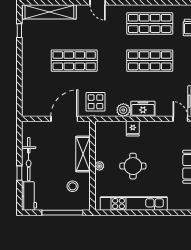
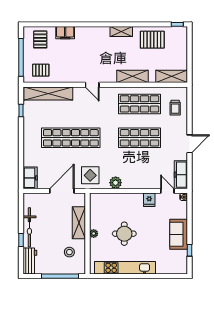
shop shelf: (74, 61) -> (71, 138), width x1.40
freezer: (143, 109) -> (30, 178), moved, turned 90
fridge: (133, 129) -> (149, 200), moved

